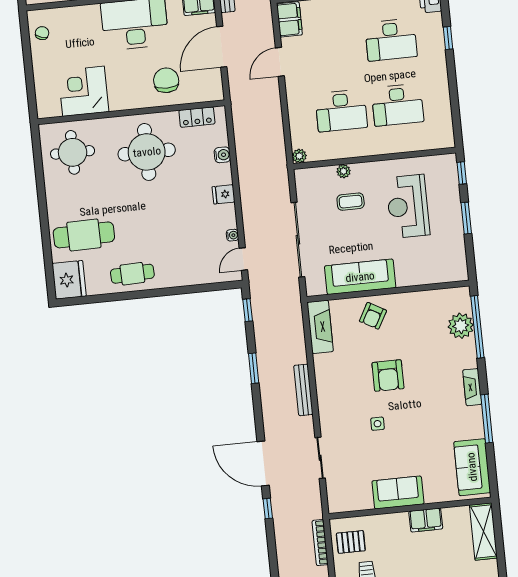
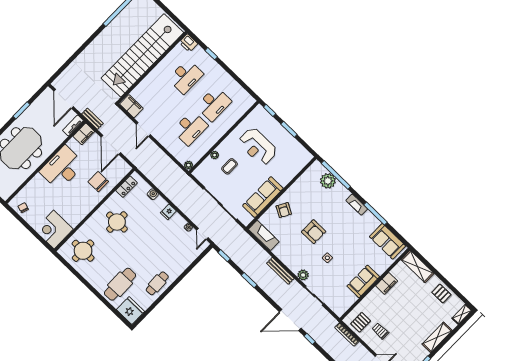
corner desk: (83, 91) -> (54, 230), moved
round table: (147, 152) -> (117, 222), width x0.73, depth x0.73
plant: (328, 420) -> (303, 275), added

